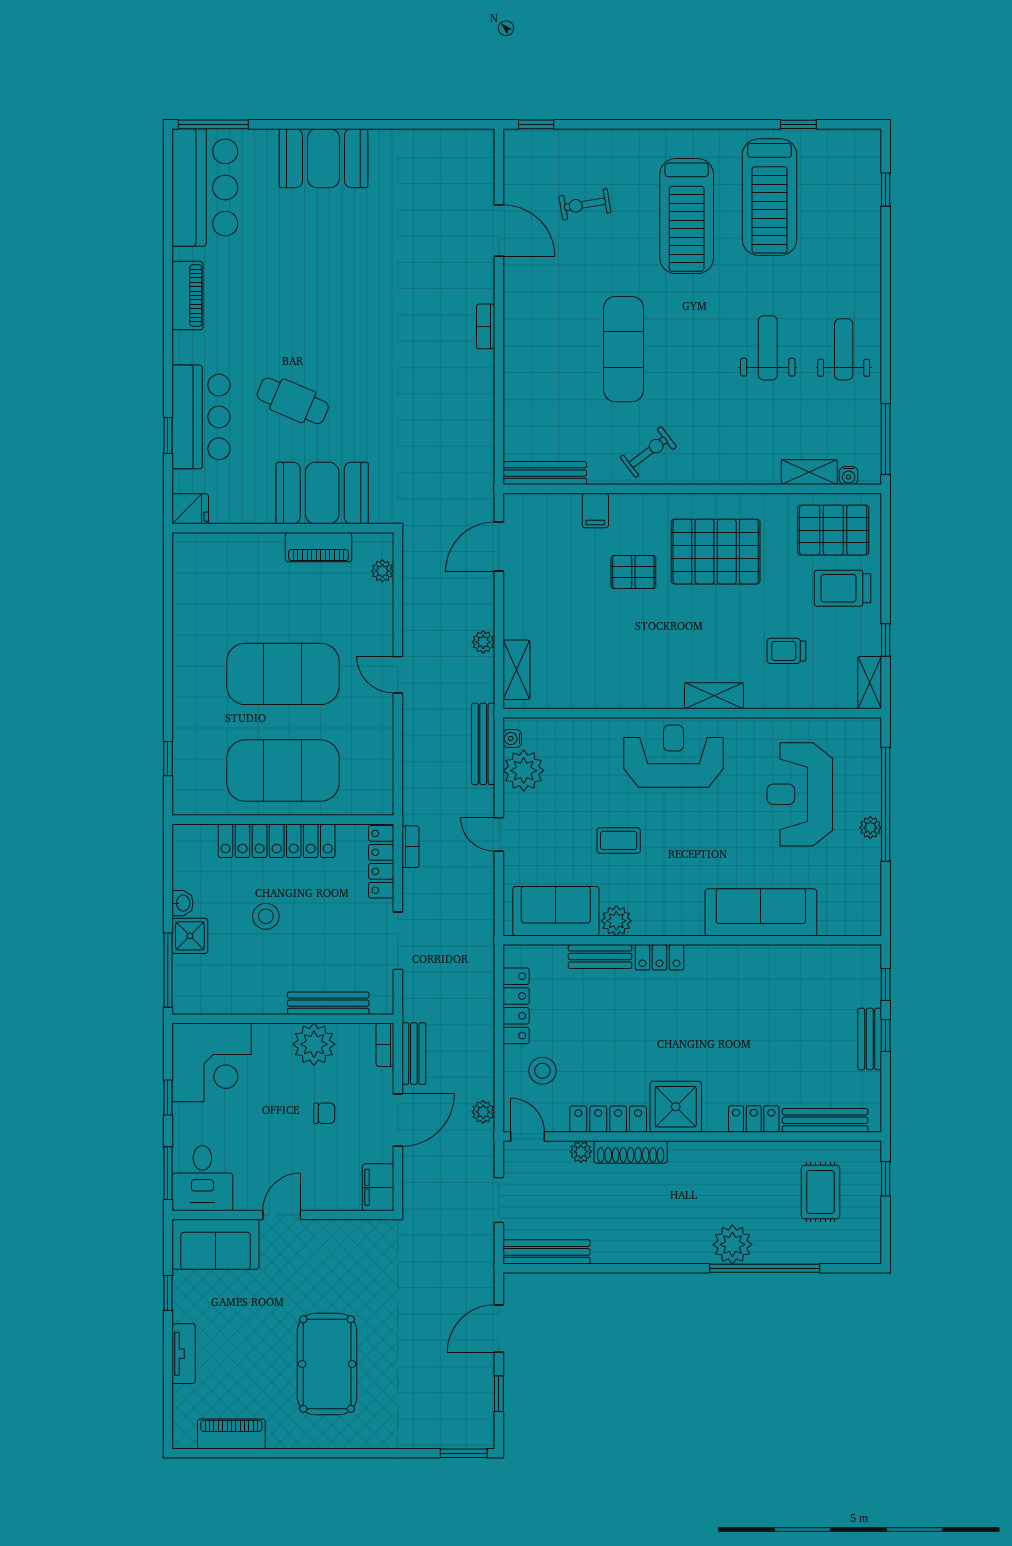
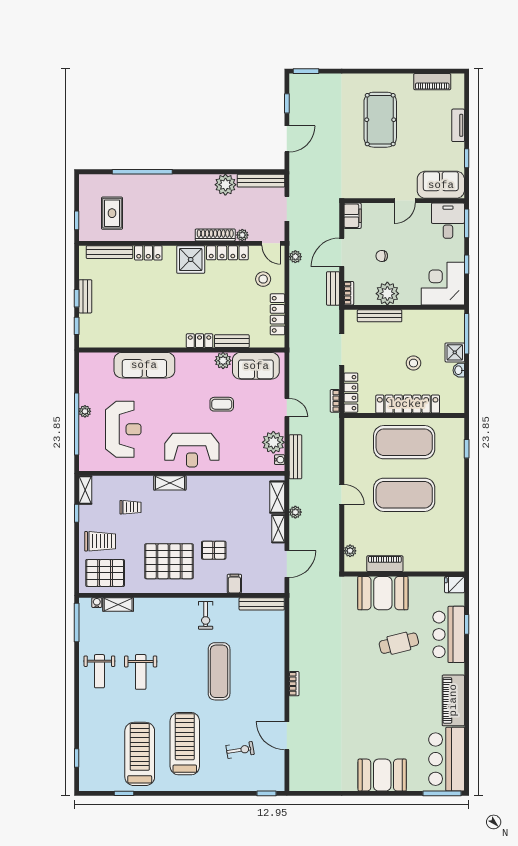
piano: (188, 296) -> (453, 700), width x1.37, depth x1.33
cafe table: (293, 401) -> (399, 643), turned -37
exercise bike: (648, 452) -> (206, 615), turned -53
shelving: (515, 611) -> (278, 529), added
plant: (732, 1244) -> (225, 185), moved

